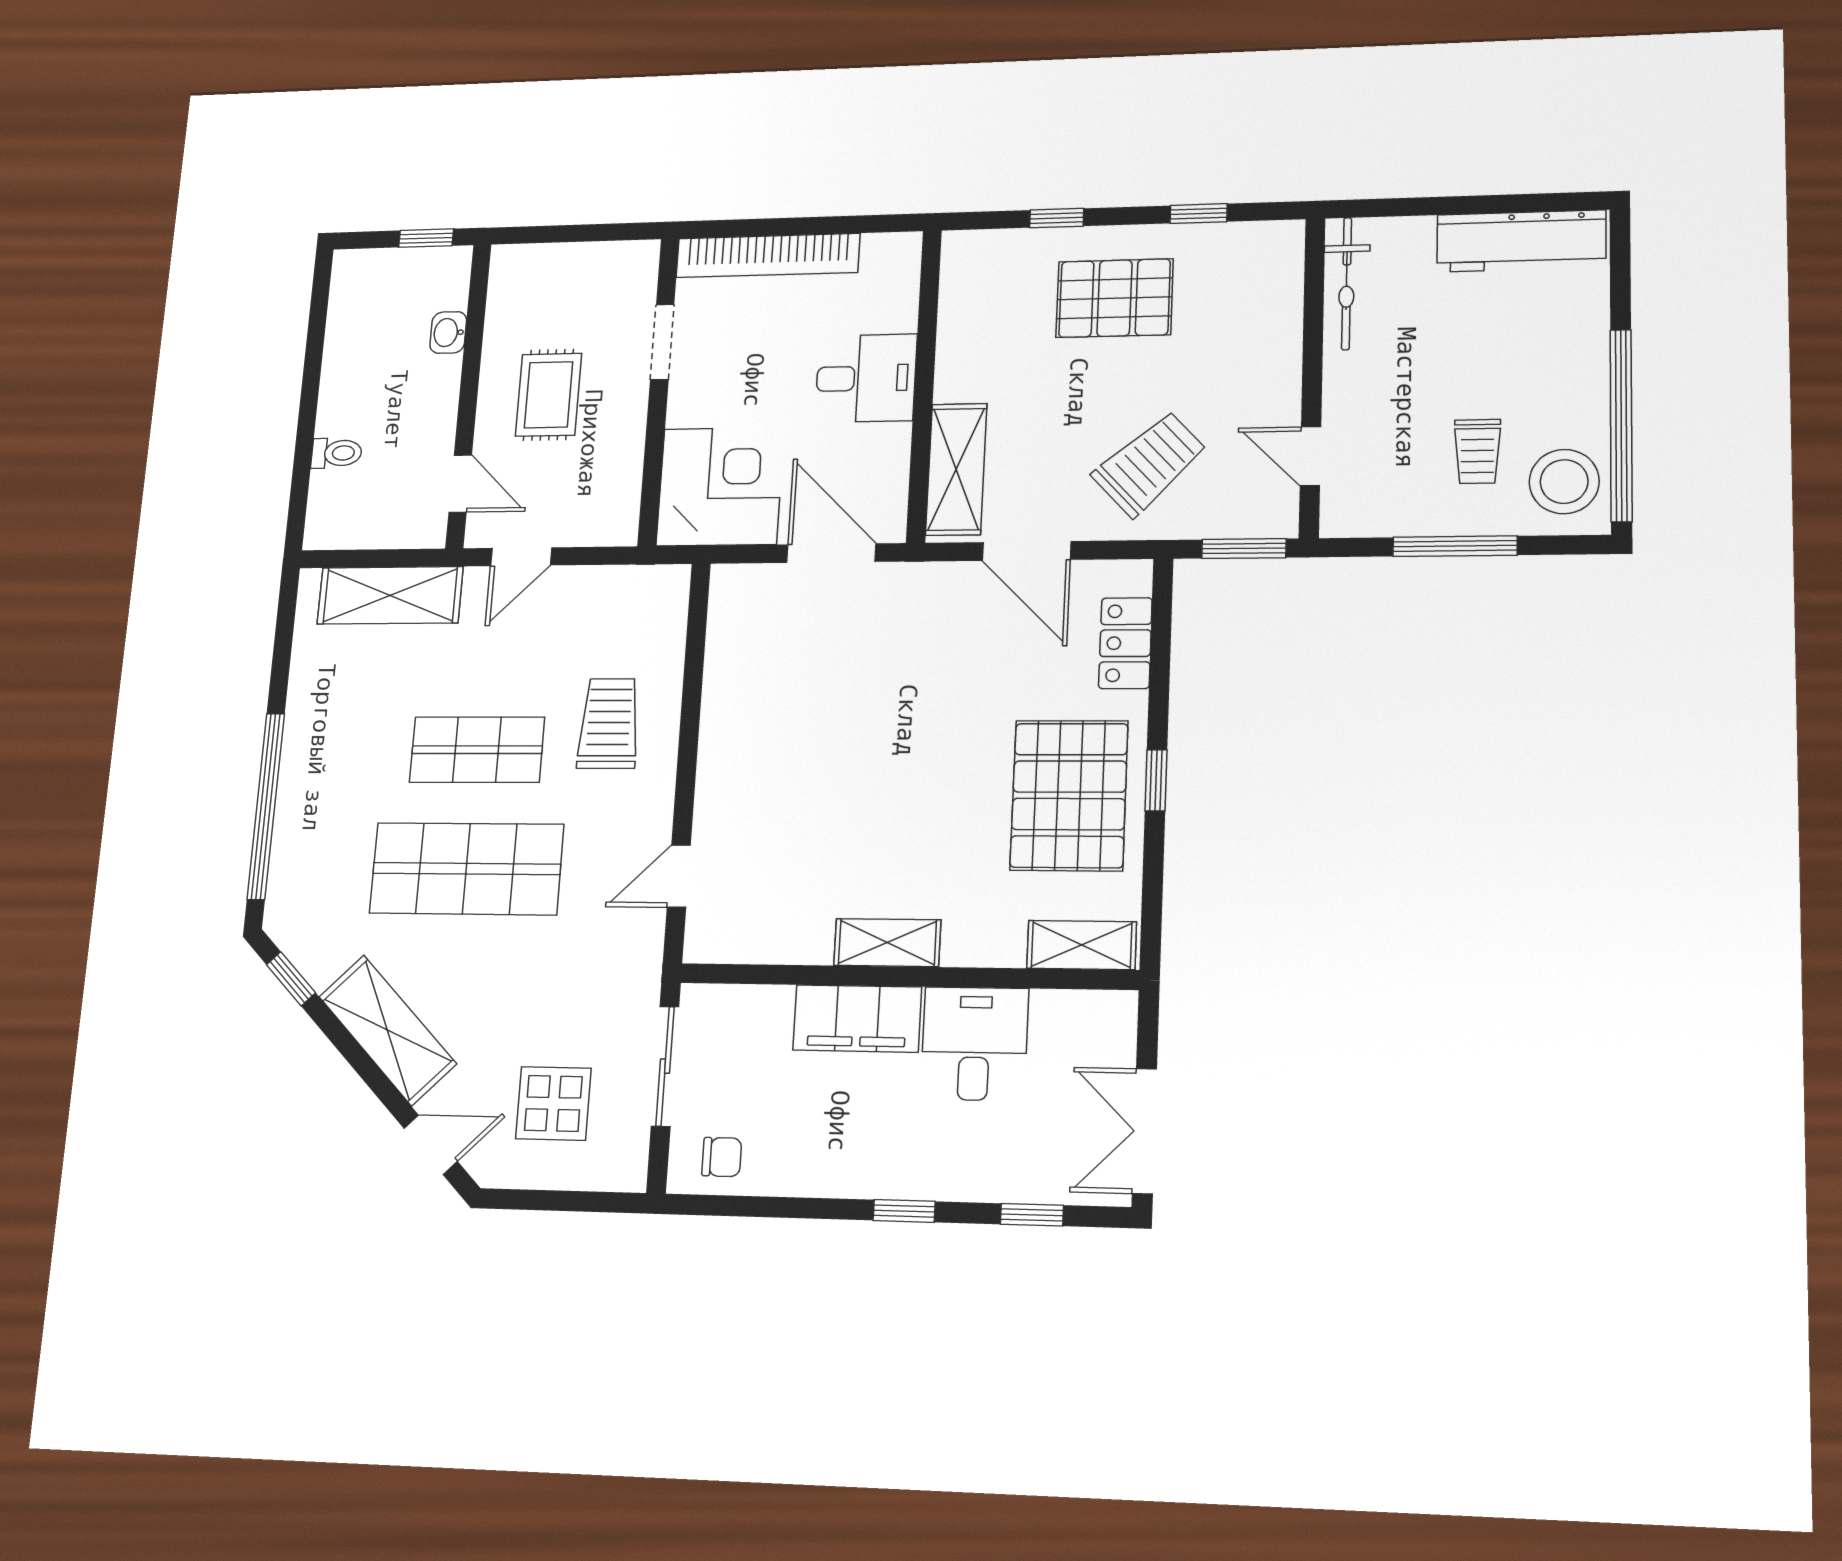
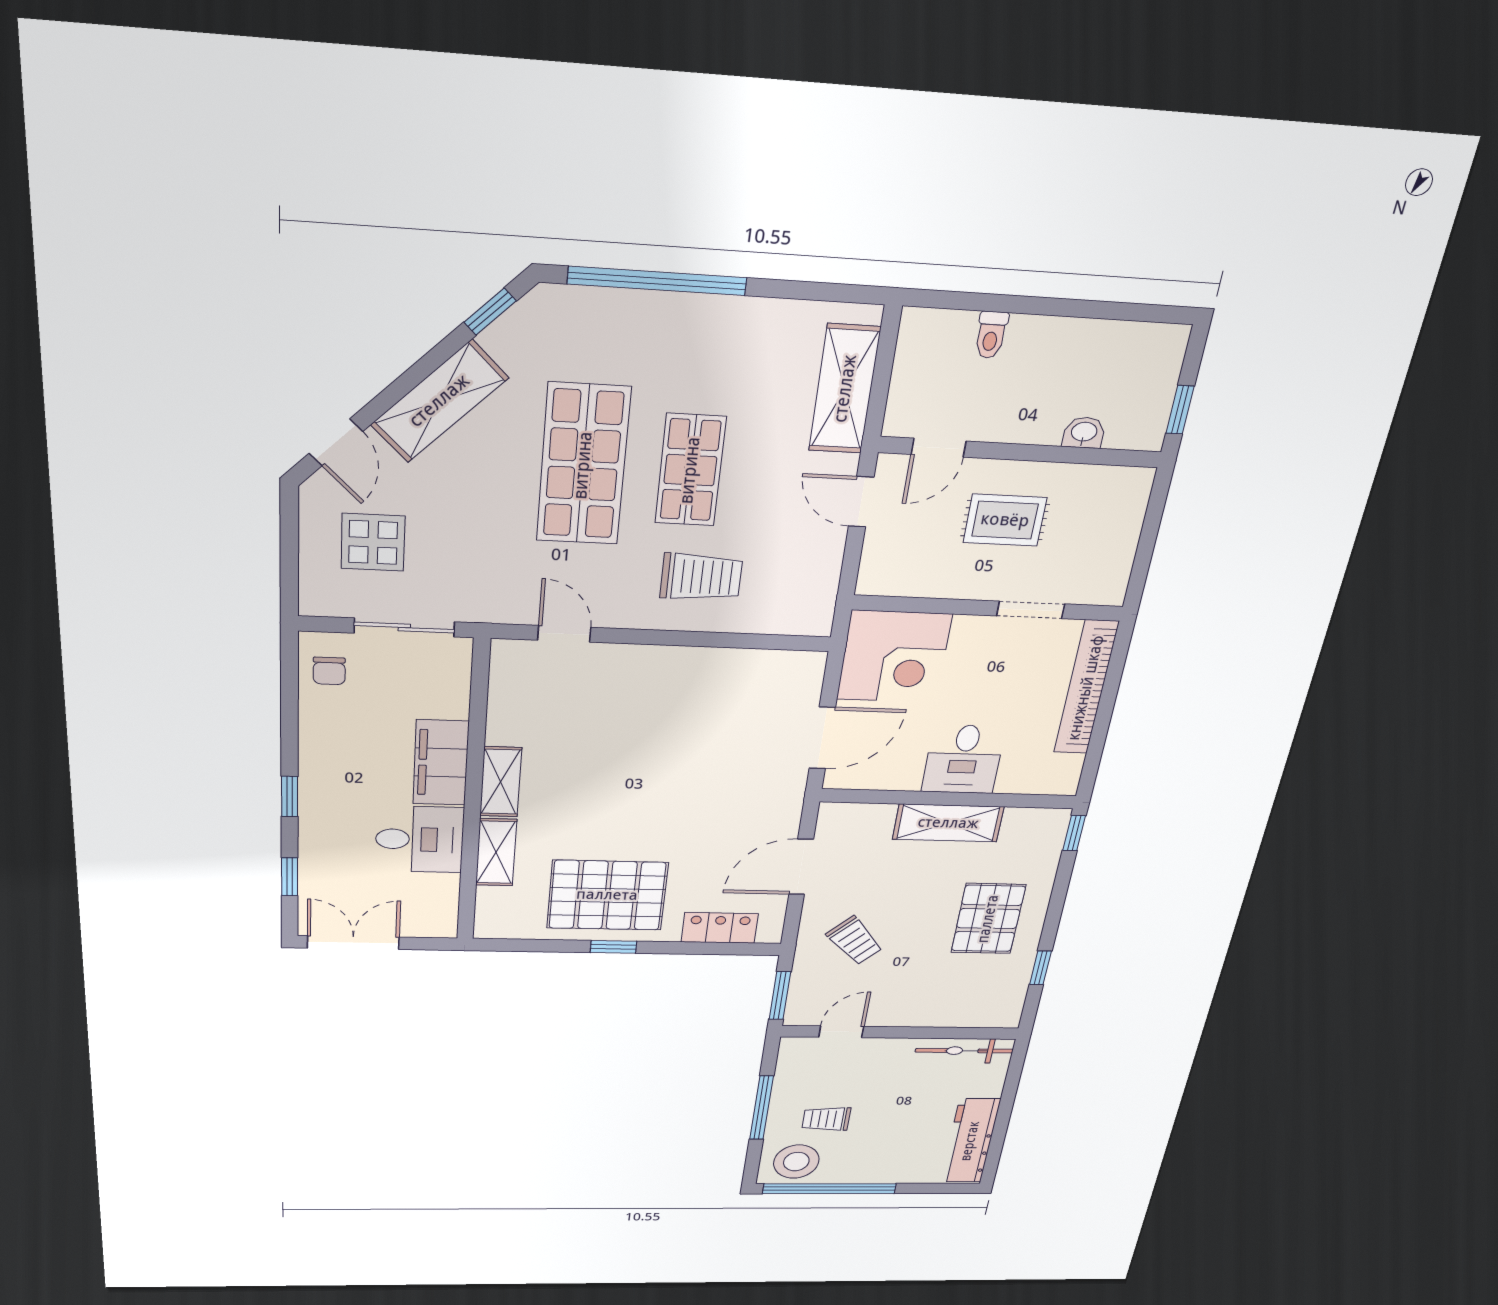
window: (1057, 218) -> (1074, 833), moved
trolley: (1150, 464) -> (855, 941), width x0.73, depth x0.72
shelving: (956, 469) -> (948, 823), moved
shelving: (1082, 945) -> (496, 852), moved

